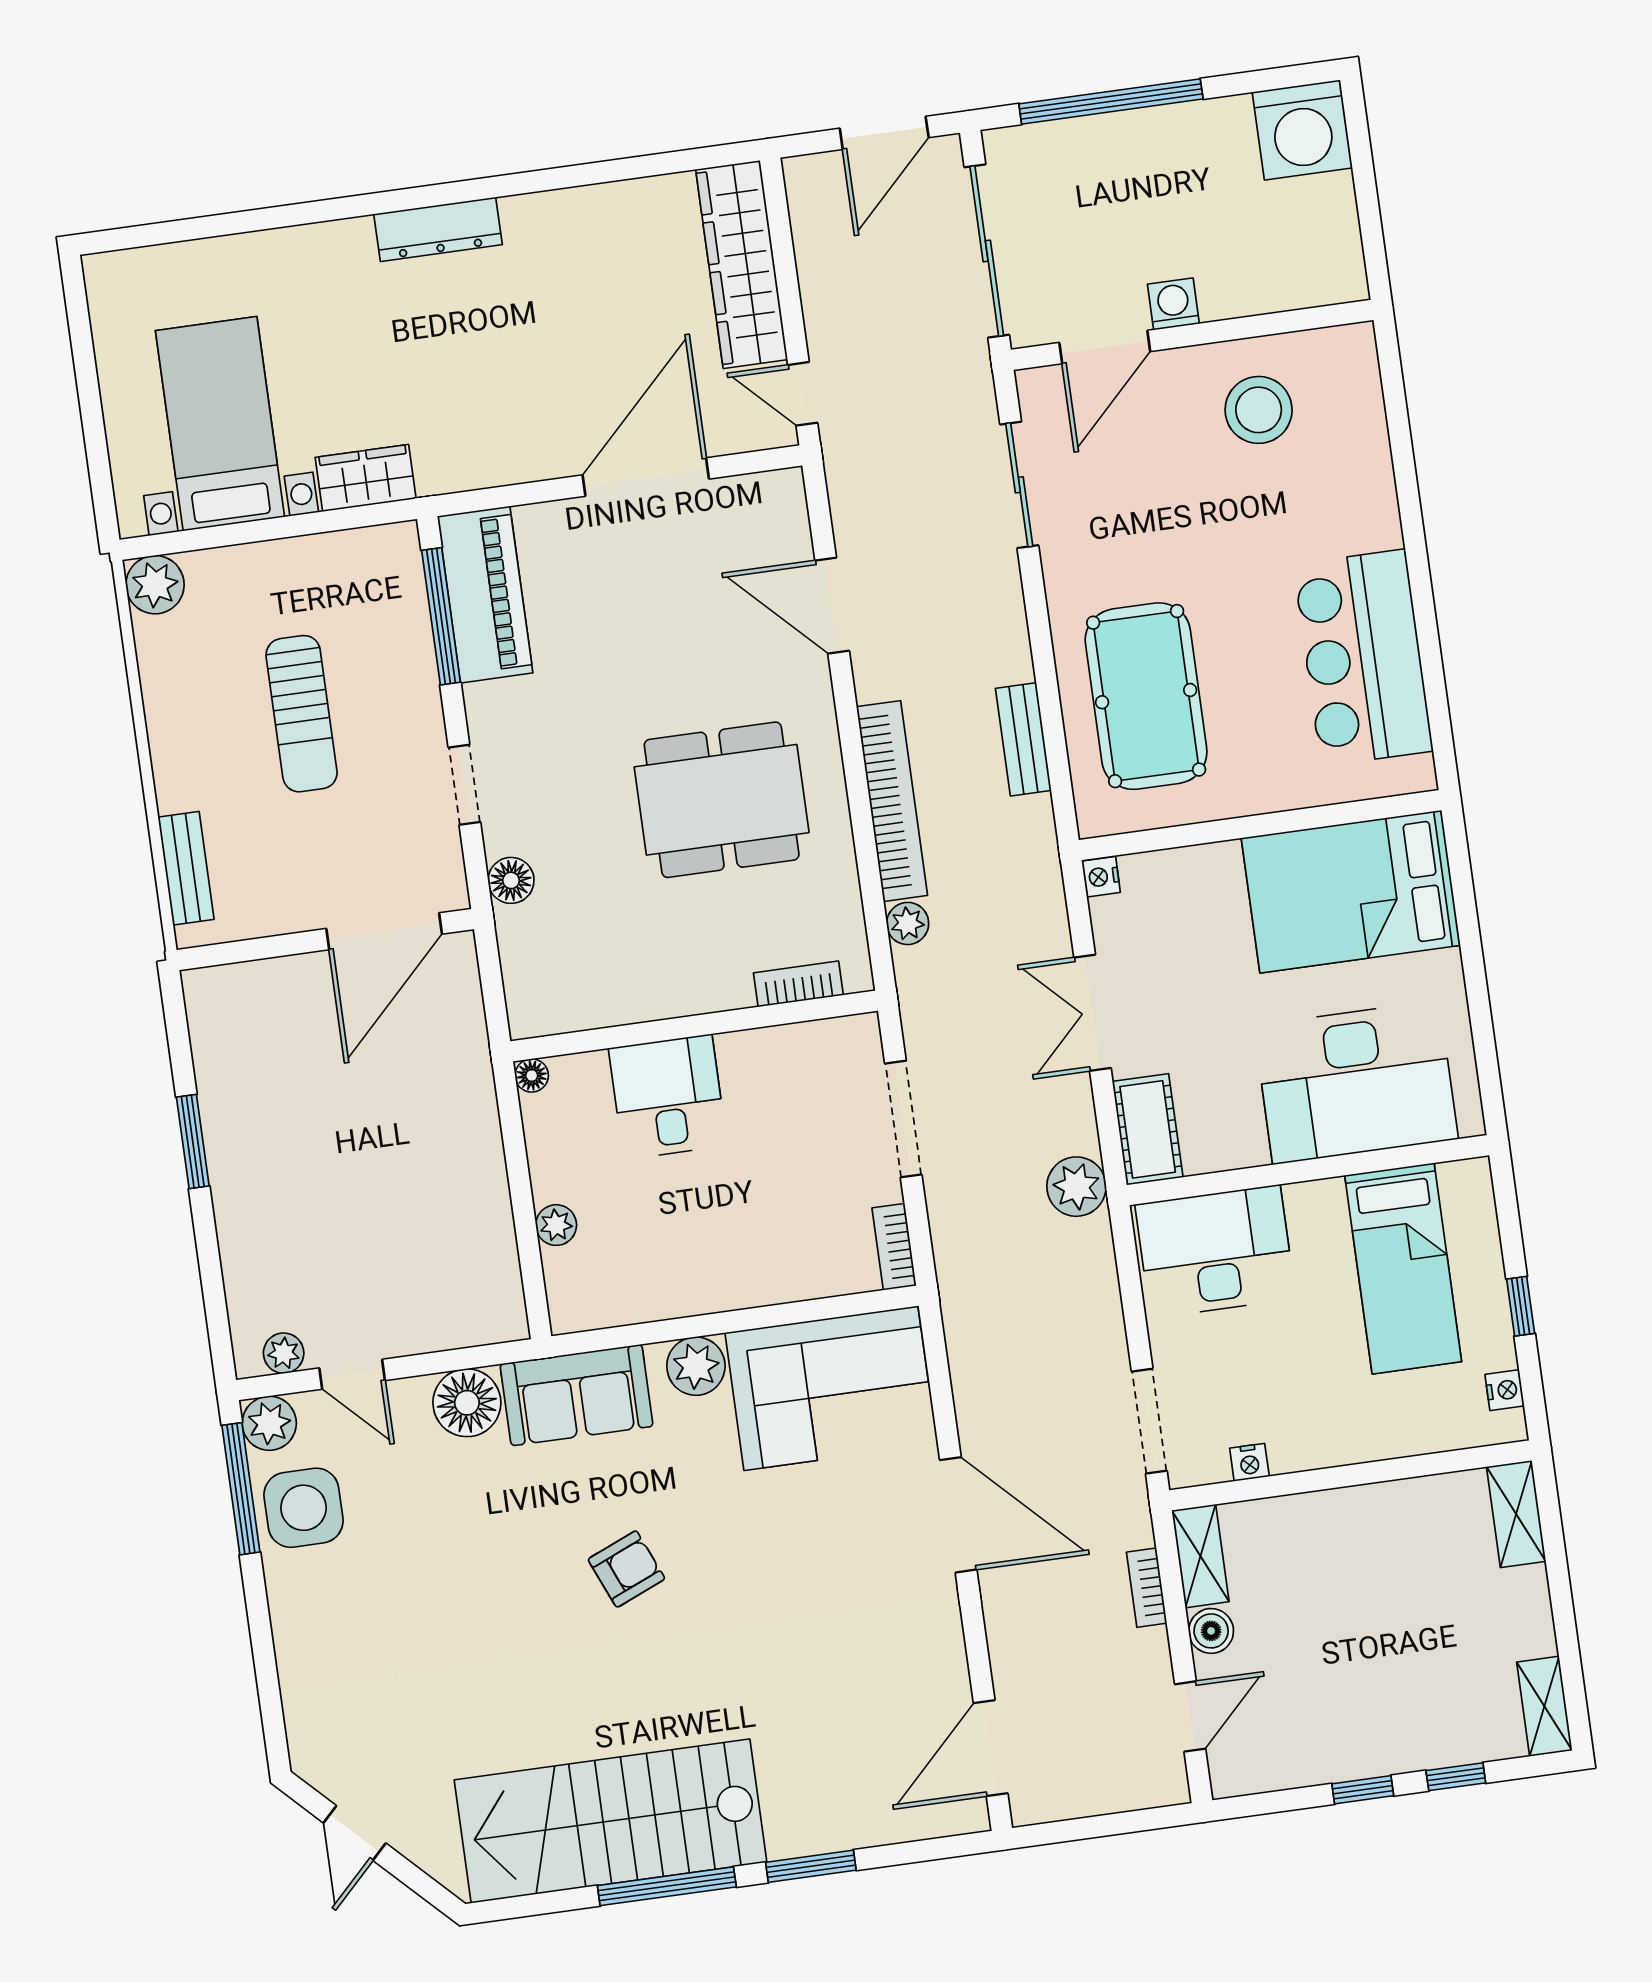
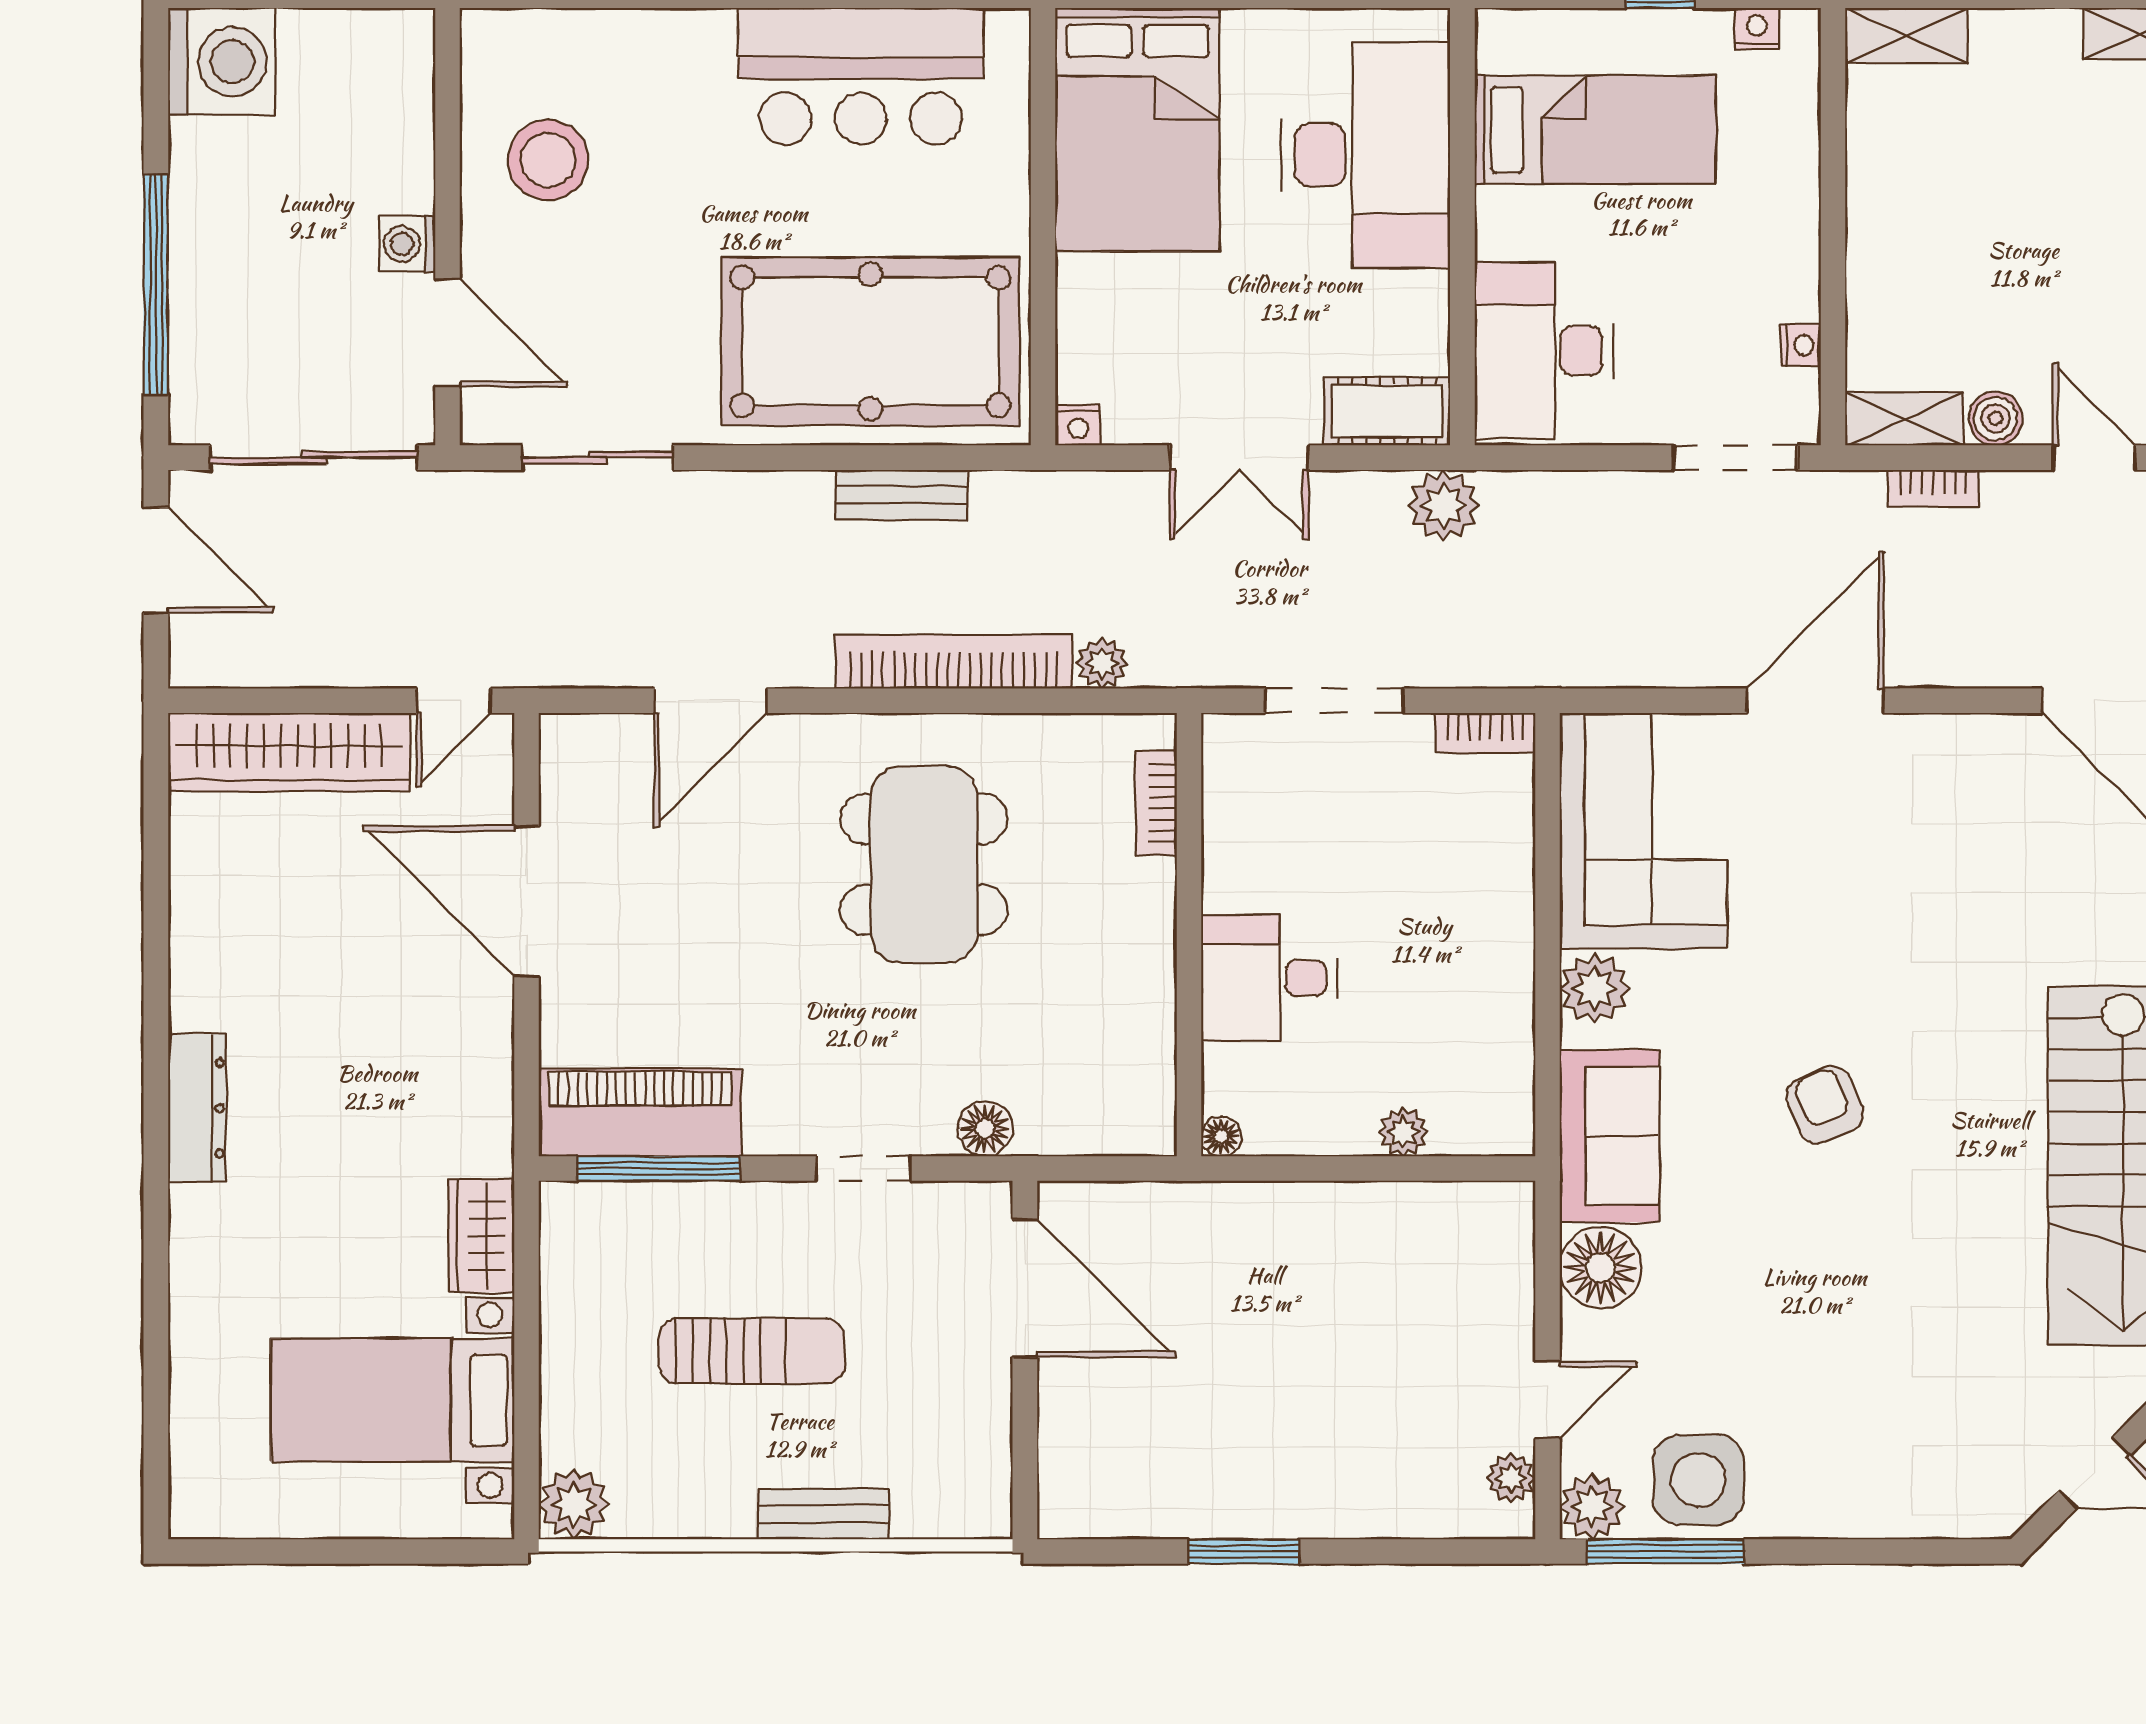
pool table: (1146, 696) -> (871, 341), width x1.36, depth x1.32
bench: (186, 868) -> (823, 1514), moved

